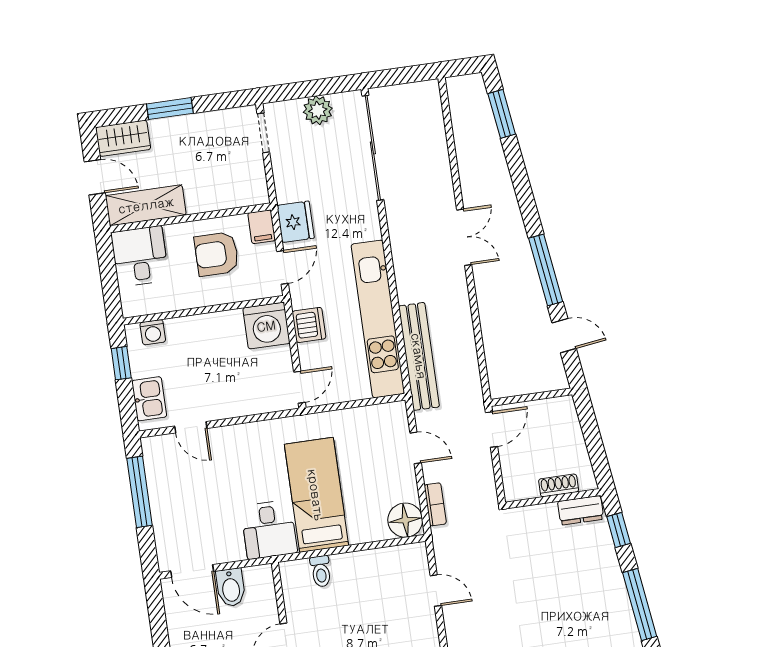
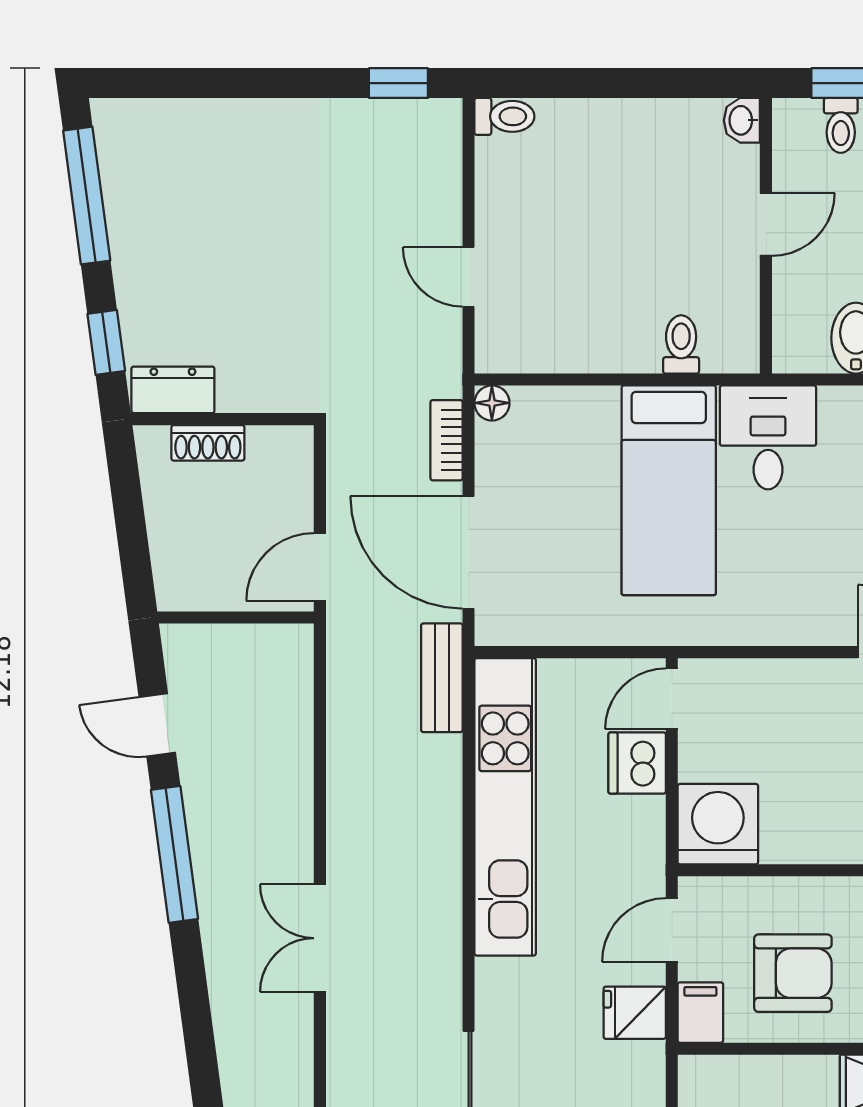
fridge: (296, 222) -> (635, 1013), width x0.72
dishwasher: (309, 325) -> (637, 763), moved
bench: (419, 356) -> (442, 678), width x0.54, depth x0.82
door: (416, 448) -> (469, 553), width x1.87
floor lamp: (405, 520) -> (492, 403), width x0.53, depth x0.53

